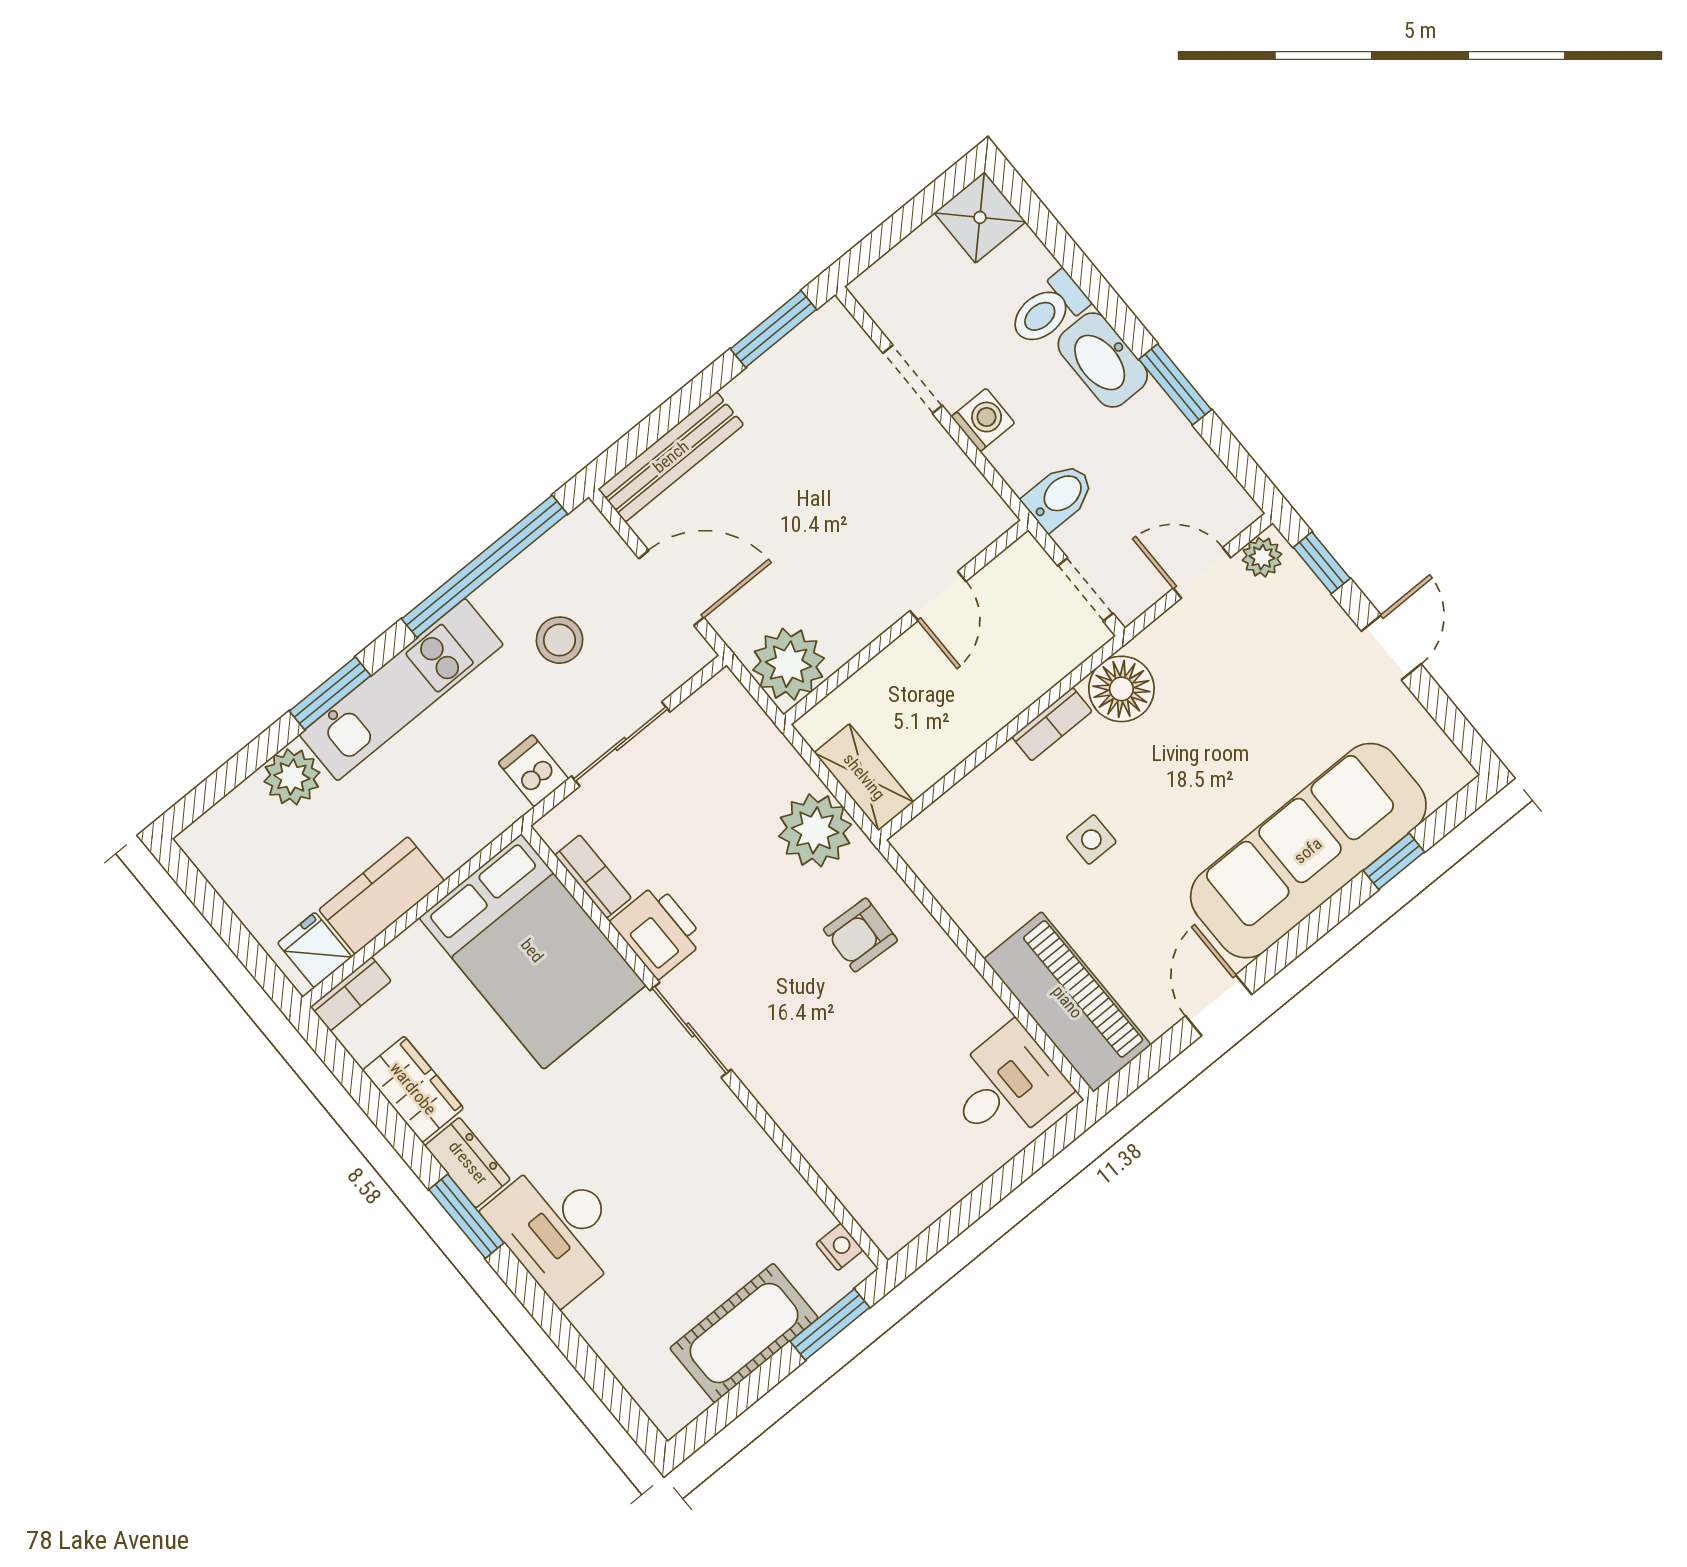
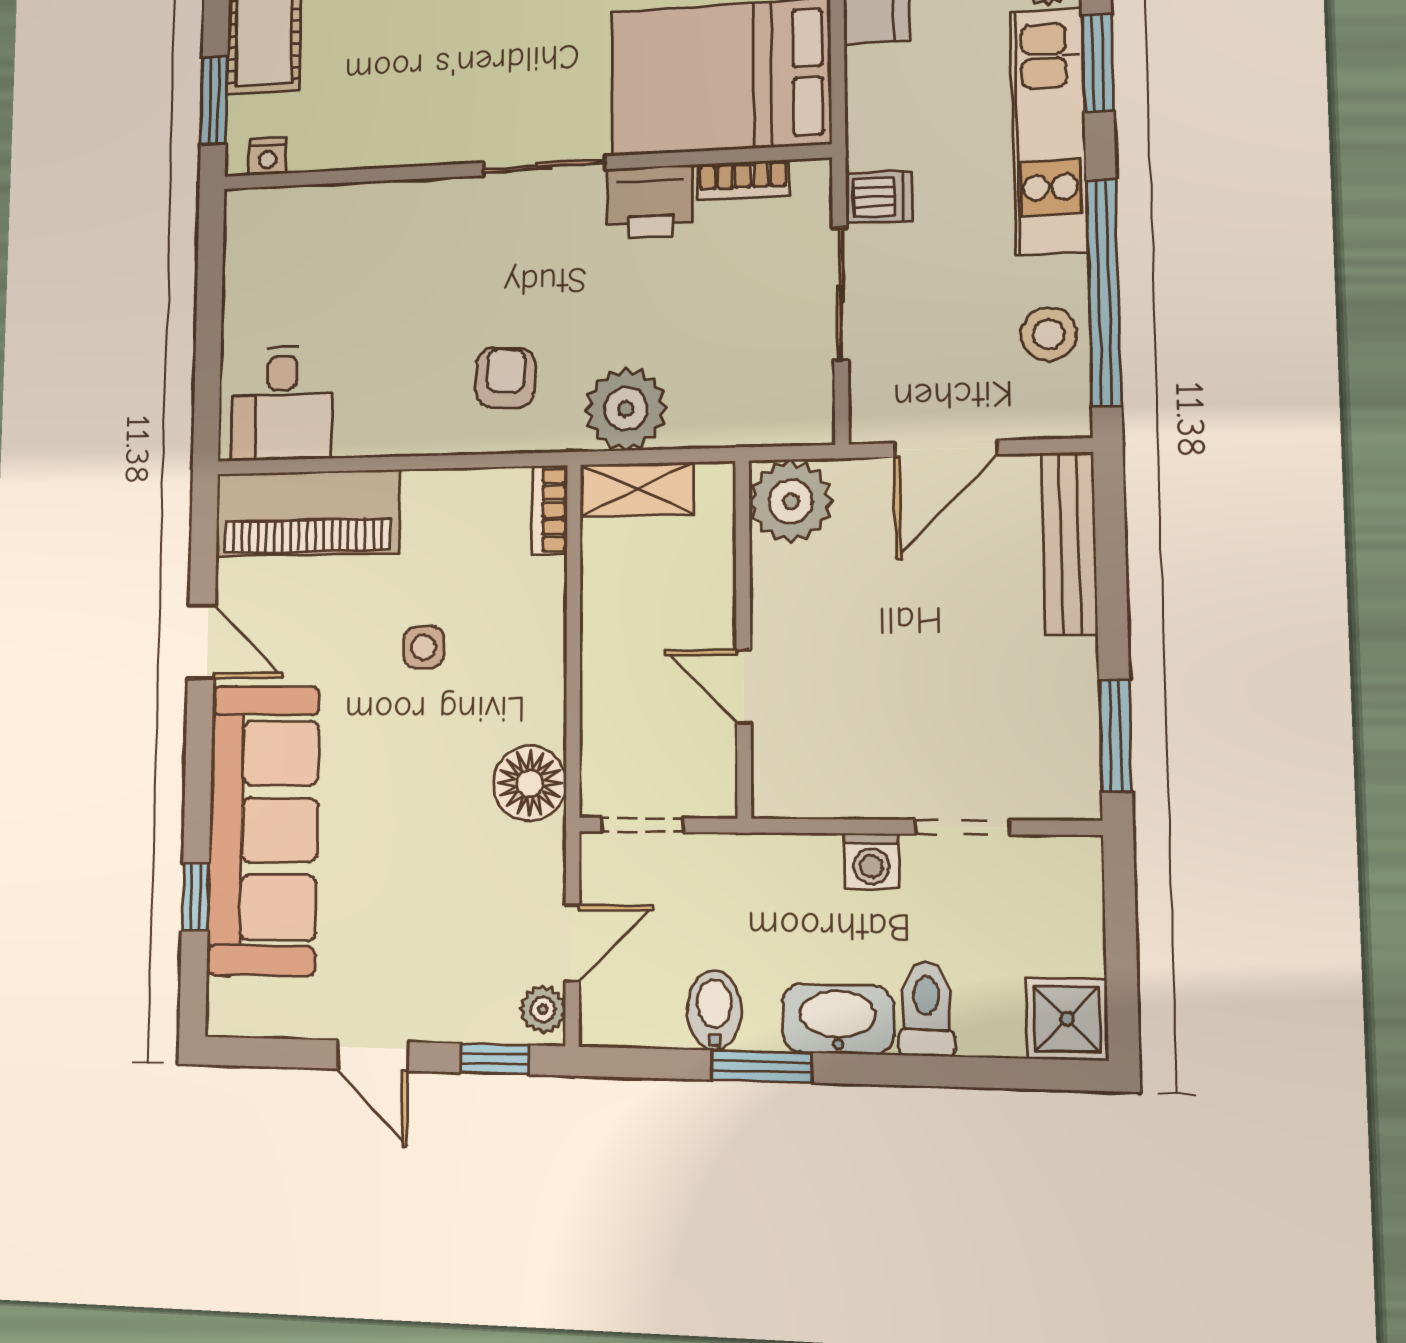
bidet: (1059, 496) -> (714, 1010), moved, turned 180
stool: (560, 640) -> (1049, 334), moved
bookcase: (1052, 724) -> (550, 510), moved

